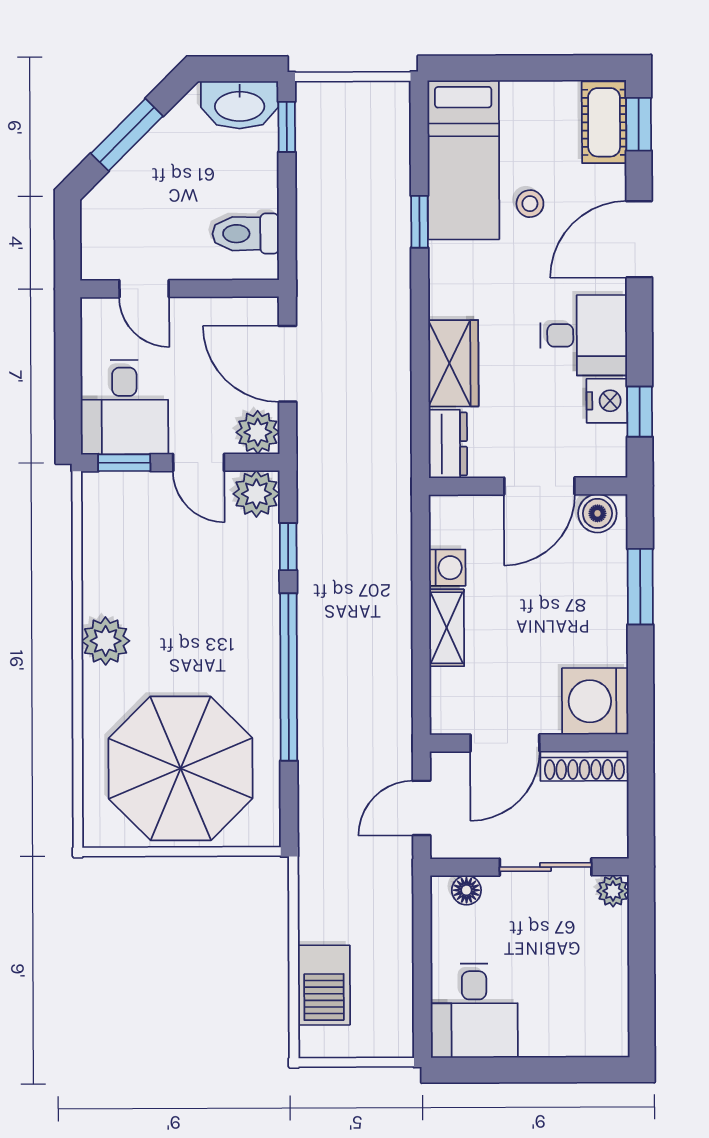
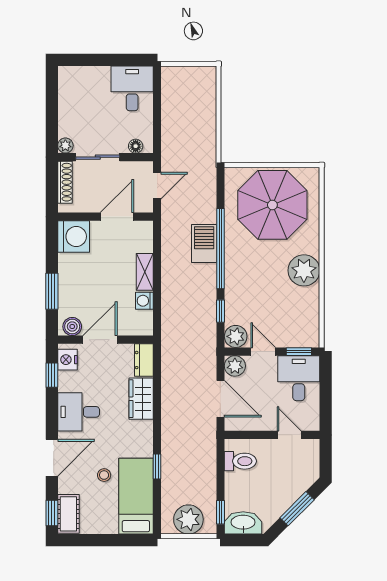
plant: (353, 112) -> (188, 519), added
nightstand: (607, 401) -> (68, 360), moved
plant: (106, 641) -> (304, 270), width x1.36, depth x1.36
shoe rack: (584, 766) -> (65, 182), moved, turned 90
barbecue: (324, 985) -> (204, 244), moved

